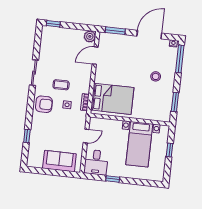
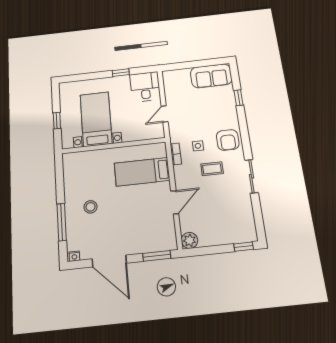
door: (149, 35) -> (109, 261), hinge flipped
door: (95, 56) -> (175, 202), moved
window: (180, 59) -> (62, 222), moved
bed: (112, 99) -> (142, 172), width x0.67
window: (175, 102) -> (60, 180), removed
armchair: (44, 104) -> (228, 140), turned -90
sofa: (59, 161) -> (211, 76), moved

